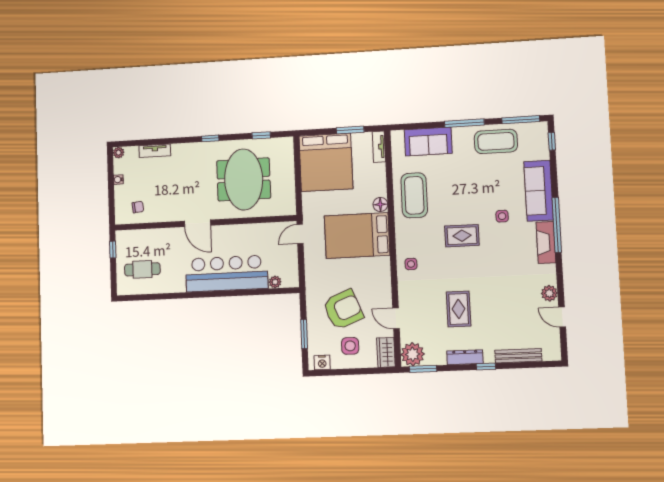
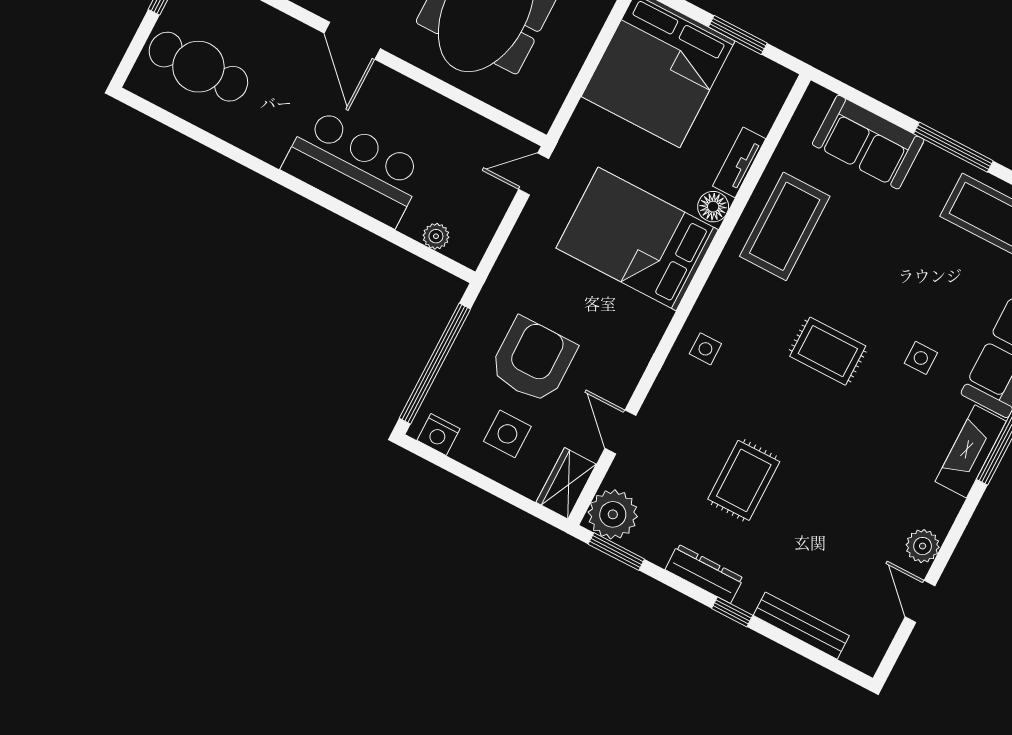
tv unit: (379, 147) -> (739, 162), moved
cafe table: (142, 269) -> (198, 67), width x1.37, depth x1.35
bar counter: (227, 274) -> (354, 168), width x0.73
armchair: (343, 310) -> (533, 360), turned -68
window: (304, 334) -> (435, 364), width x2.11

